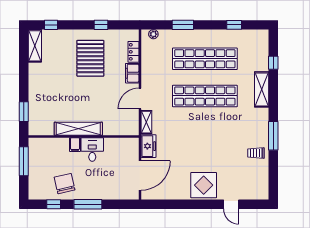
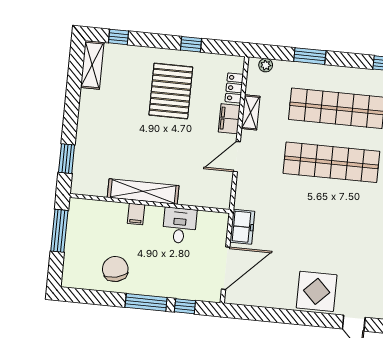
shelving: (146, 122) -> (251, 112), moved
desk: (92, 150) -> (180, 226), moved
window: (54, 204) -> (185, 306), moved

